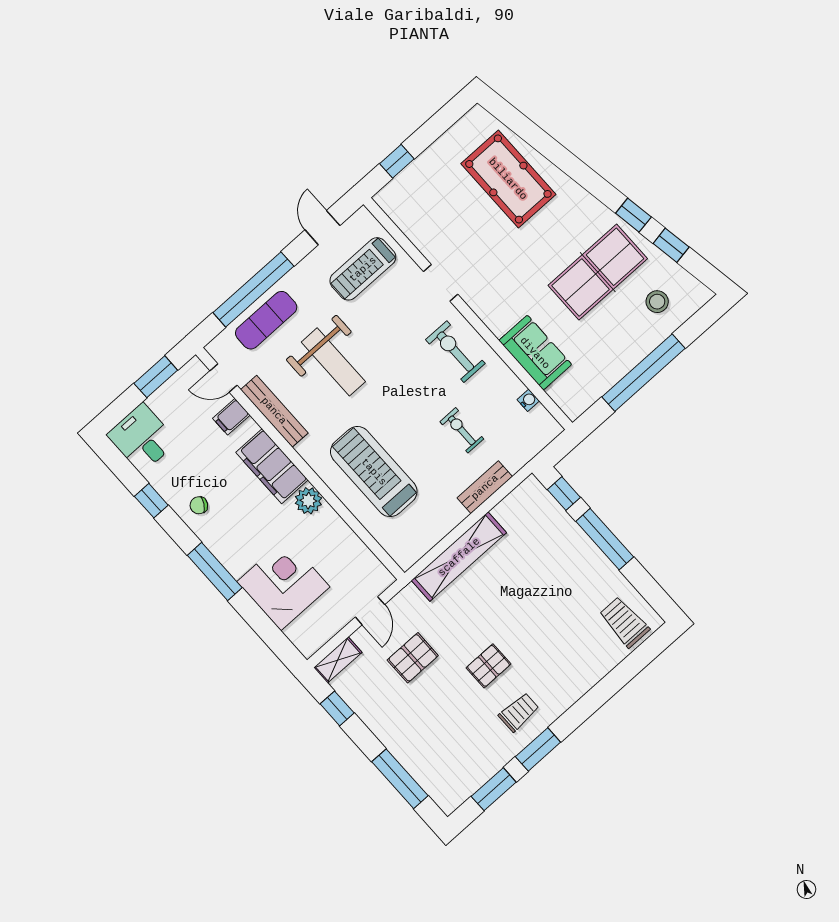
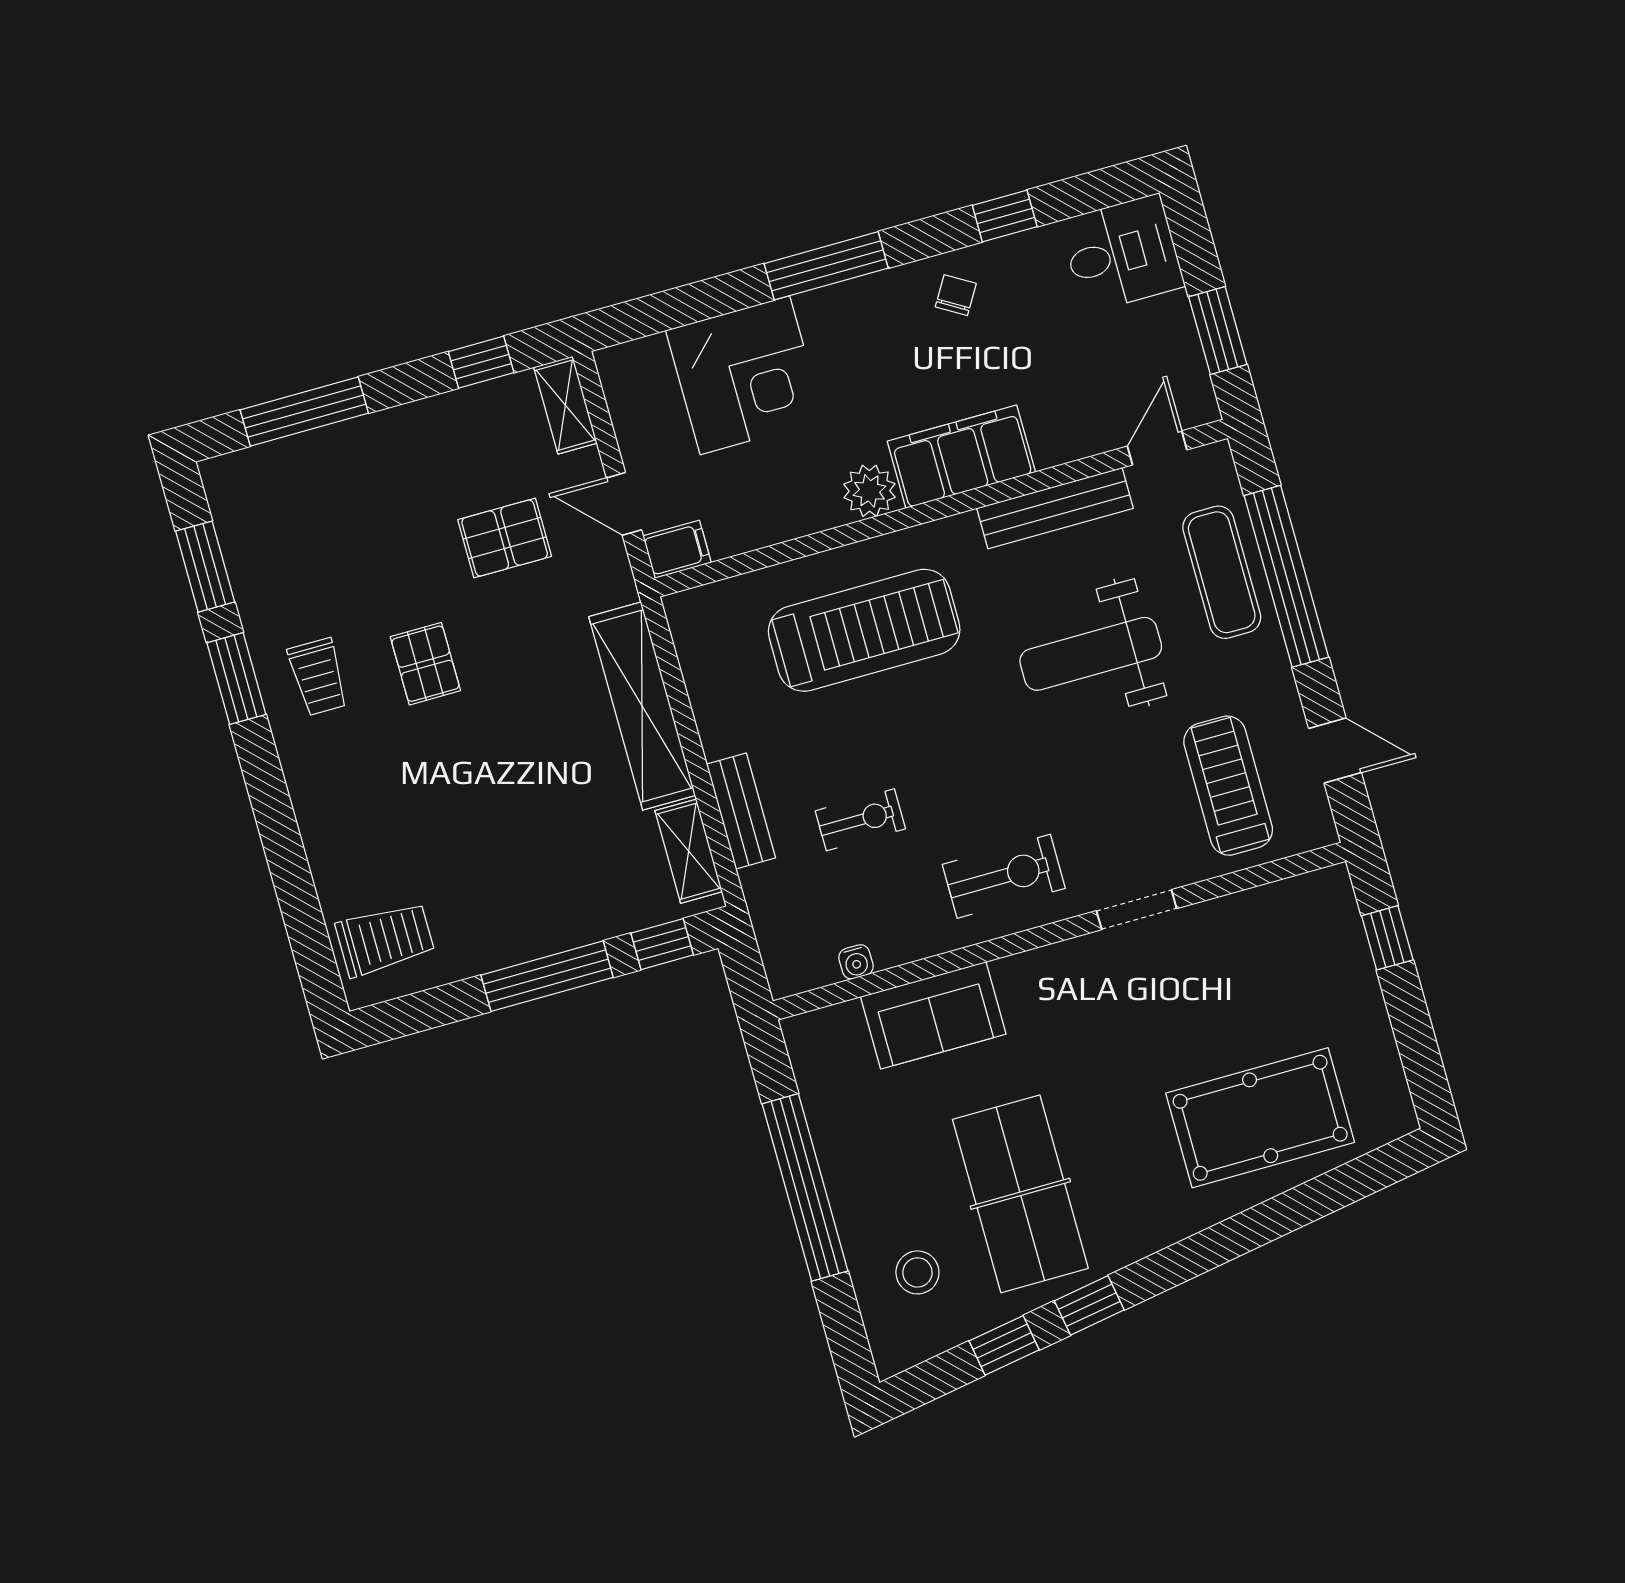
filing cabinet: (231, 417) -> (677, 549), moved, turned 90
shelving: (515, 502) -> (689, 851), added
pallet: (413, 658) -> (505, 538), turned 90

